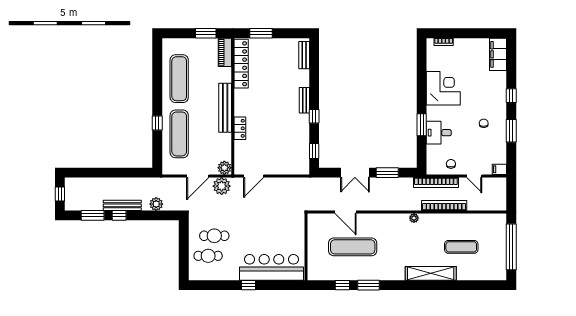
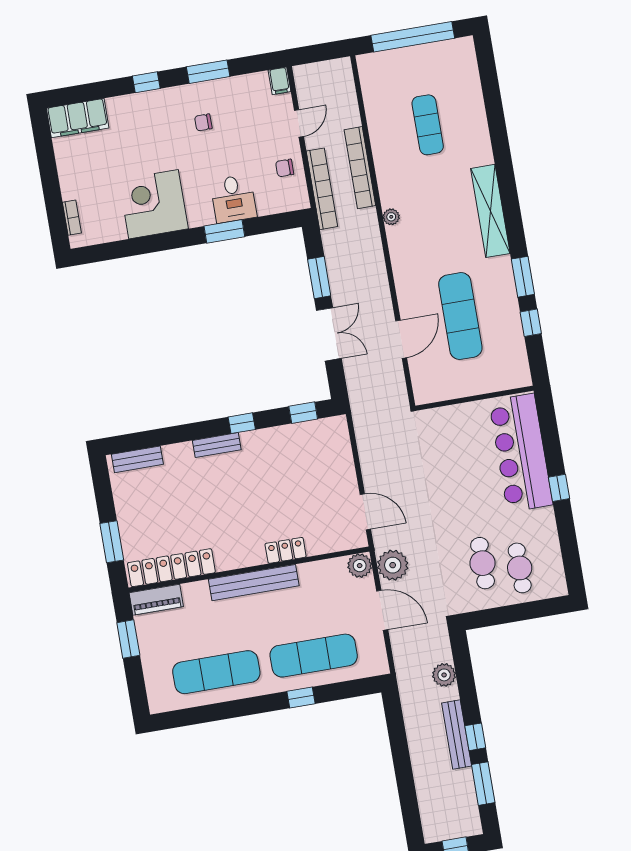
shelving: (431, 273) -> (490, 211), moved

